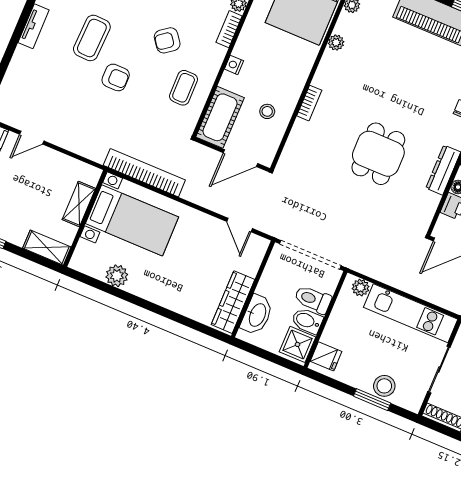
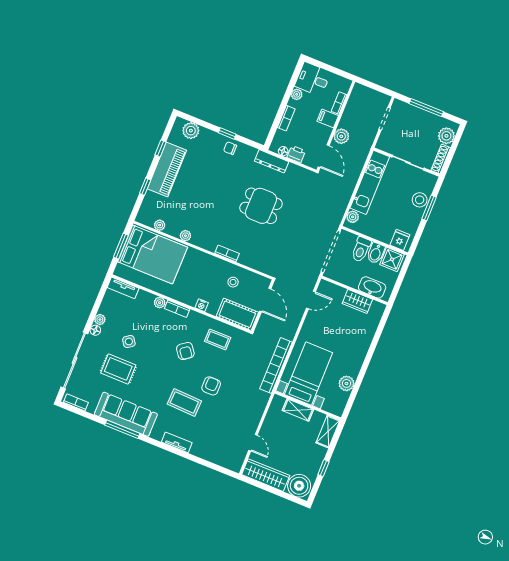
wardrobe: (233, 302) -> (357, 301), width x0.67

